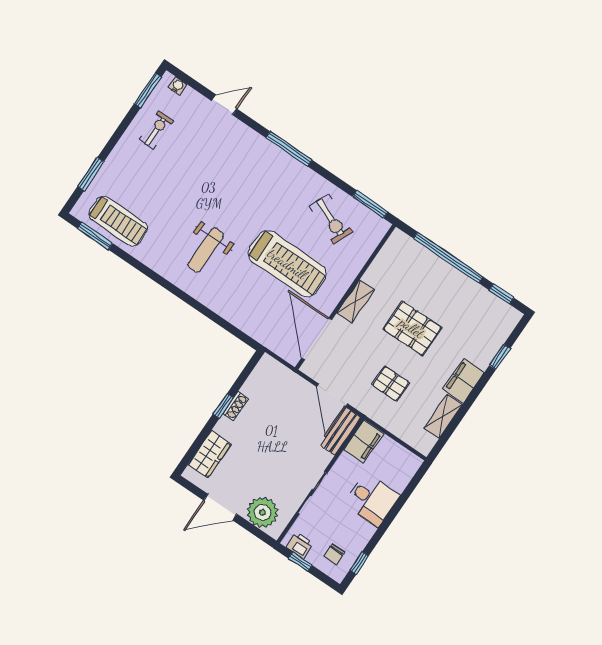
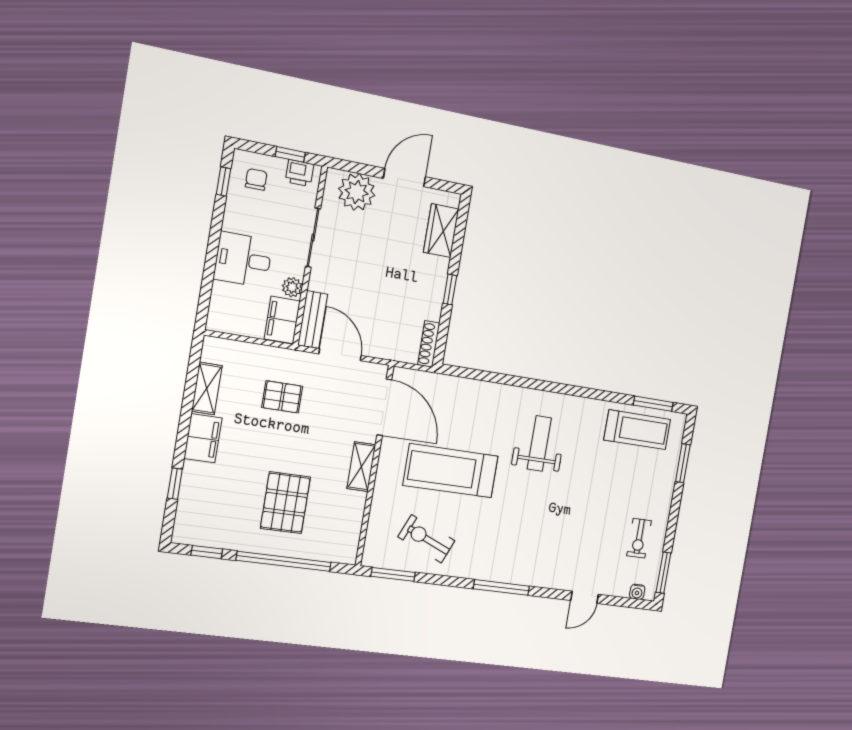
treadmill: (118, 221) -> (637, 430), turned 180
pallet: (412, 328) -> (285, 503), moved, turned 90
shoe rack: (236, 406) -> (429, 344), moved, width x1.43
plant: (345, 463) -> (292, 287), added

